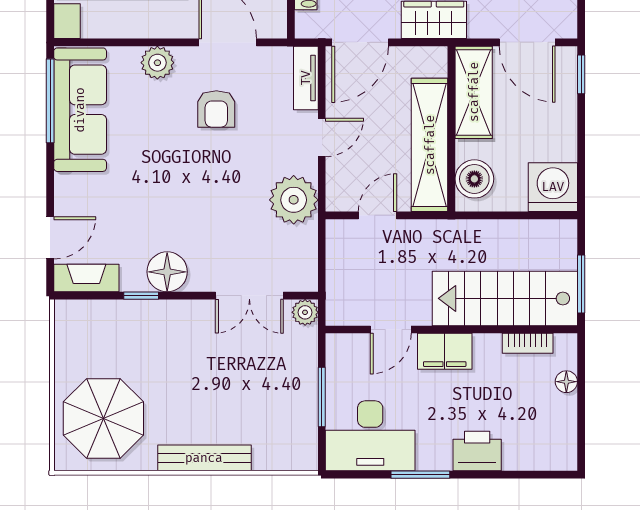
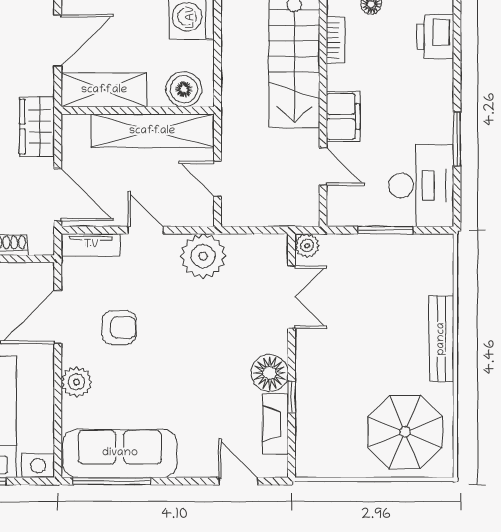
fireplace: (86, 278) -> (275, 424), moved
printer: (477, 451) -> (435, 36), moved

